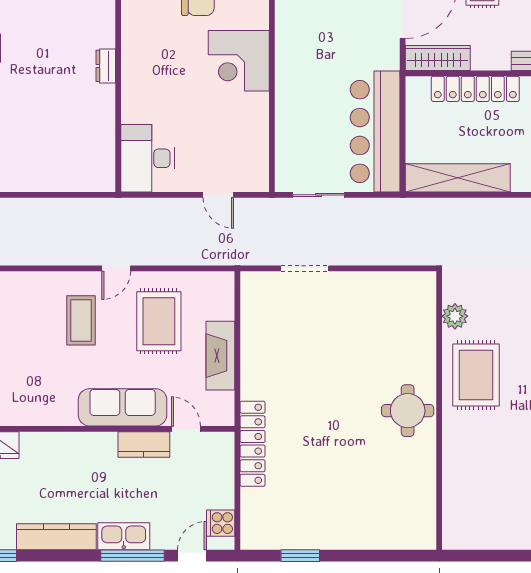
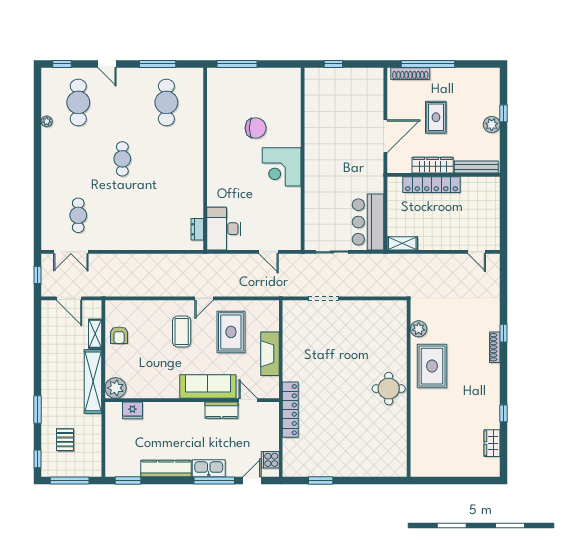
wardrobe: (438, 58) -> (433, 165), moved
dresser: (106, 66) -> (197, 229), moved
bar counter: (375, 131) -> (368, 222), width x0.73
shelving: (458, 178) -> (402, 243), width x0.45, depth x0.75

